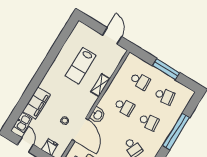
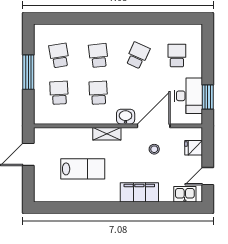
shelving: (100, 85) -> (107, 134), moved
filing cabinet: (36, 103) -> (139, 192), moved
window: (176, 132) -> (91, 19), removed

